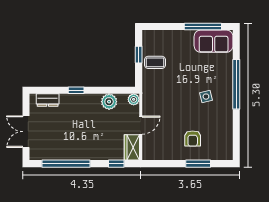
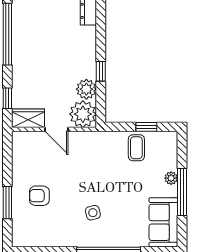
window: (203, 27) -> (182, 192), moved
plant: (179, 35) -> (171, 178), added
window: (76, 90) -> (101, 71), moved
plant: (134, 99) -> (83, 114), width x1.87, depth x1.87

